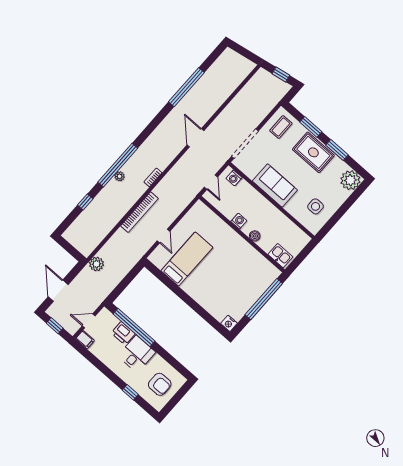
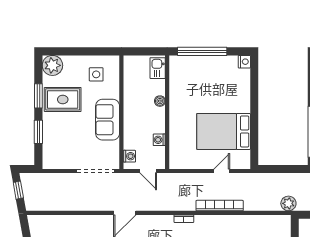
coffee table: (281, 127) -> (59, 155), removed
rug: (313, 152) -> (63, 99), moved, turned 90
door: (211, 182) -> (148, 171), swing flipped
washing machine: (239, 221) -> (159, 140), moved
bed: (187, 259) -> (224, 131), width x1.50

